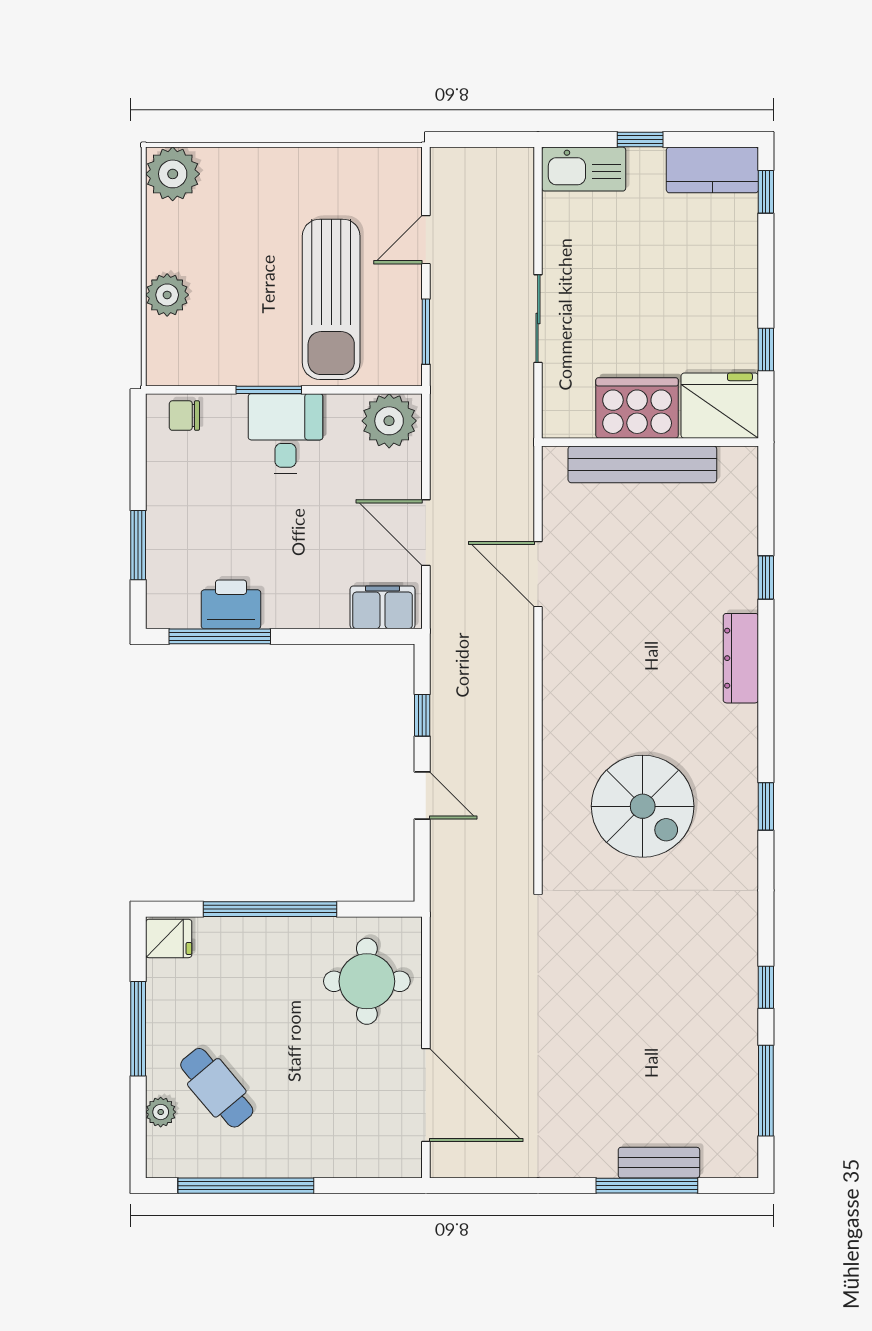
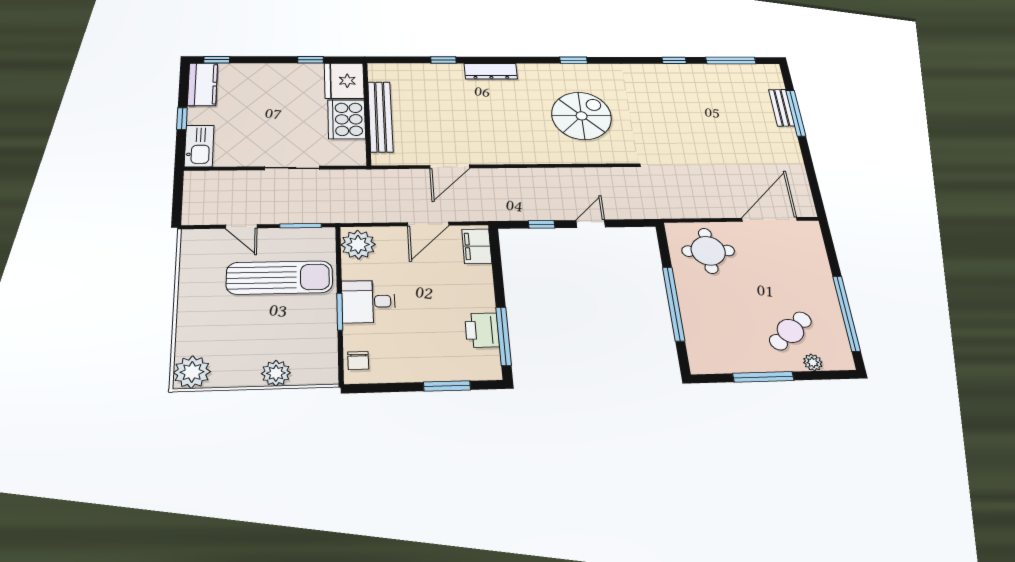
fridge: (169, 938) -> (702, 361), removed

